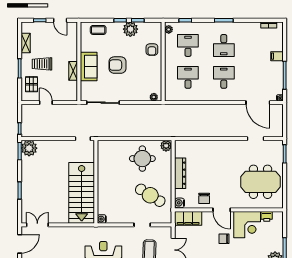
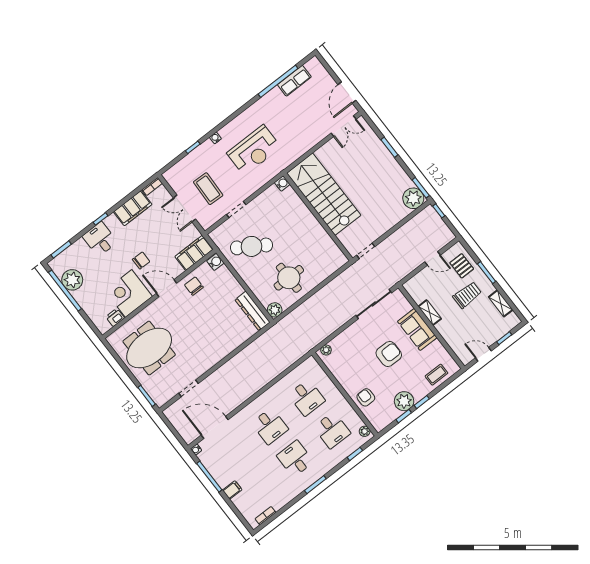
dresser: (180, 173) -> (252, 311), moved

